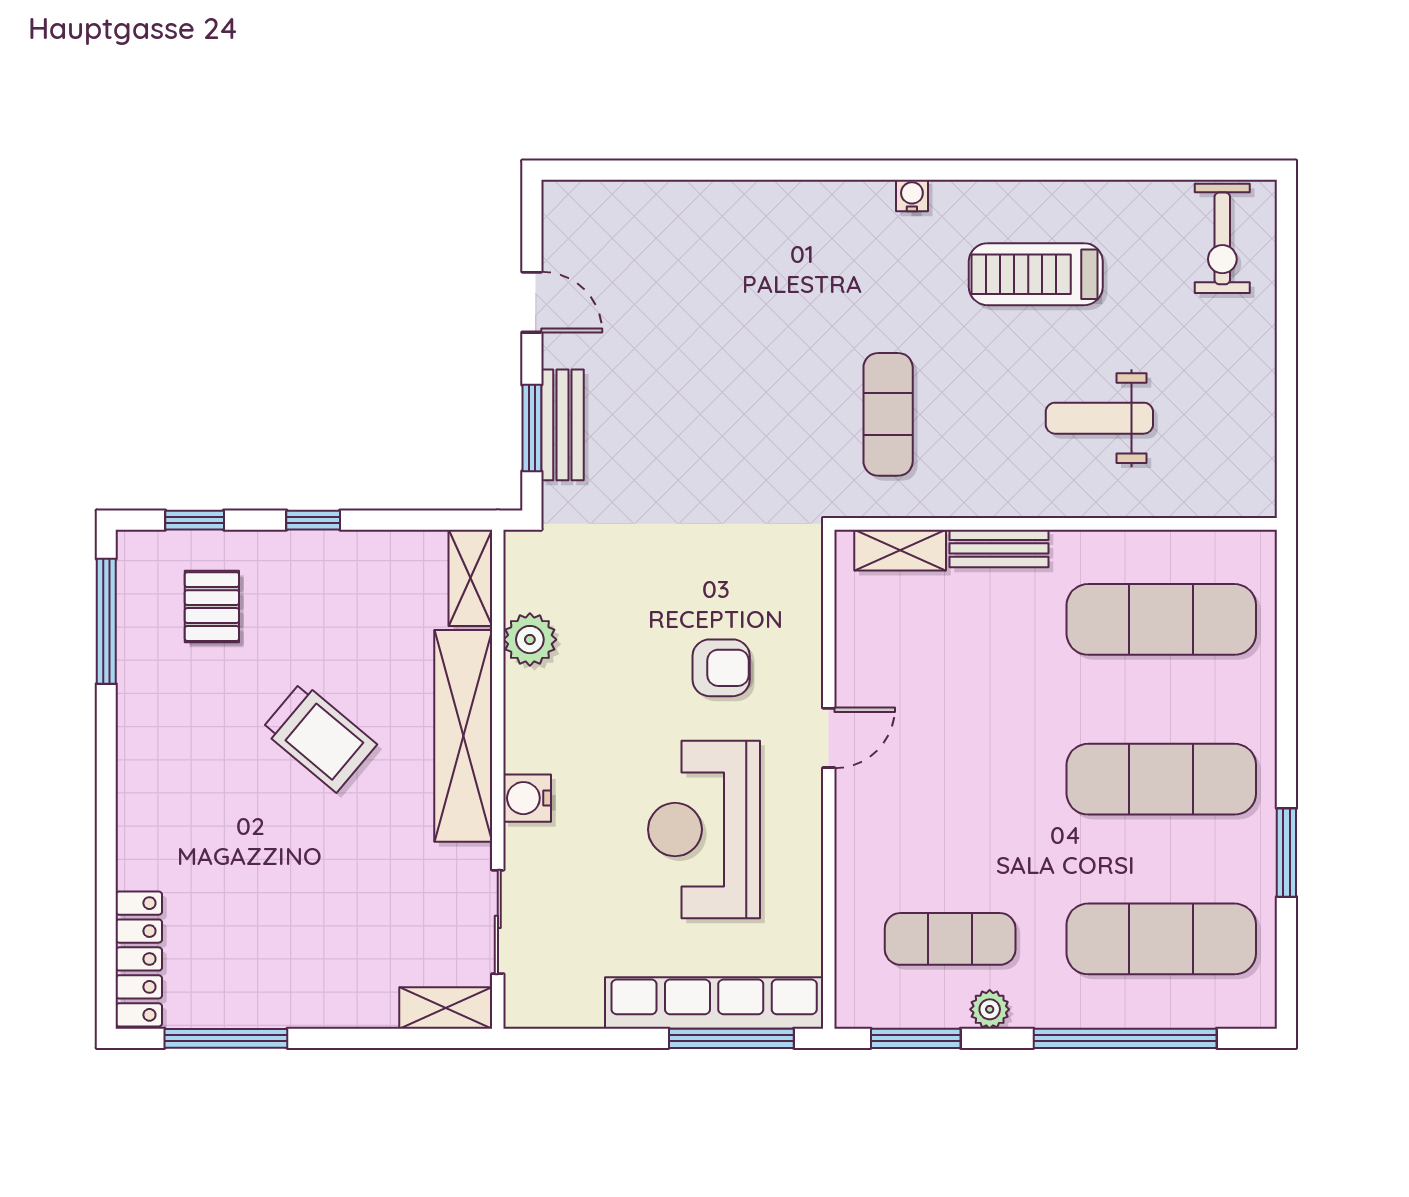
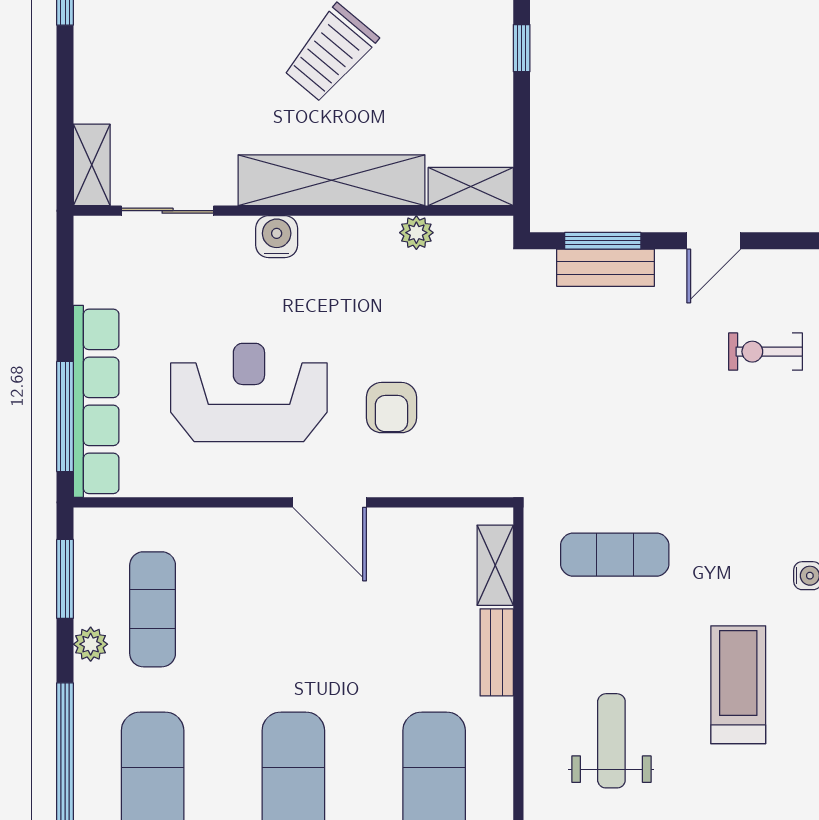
exercise bike: (658, 243) -> (766, 352), added
plant: (530, 640) -> (416, 233), width x0.73, depth x0.73
door: (829, 738) -> (330, 502), width x1.38

